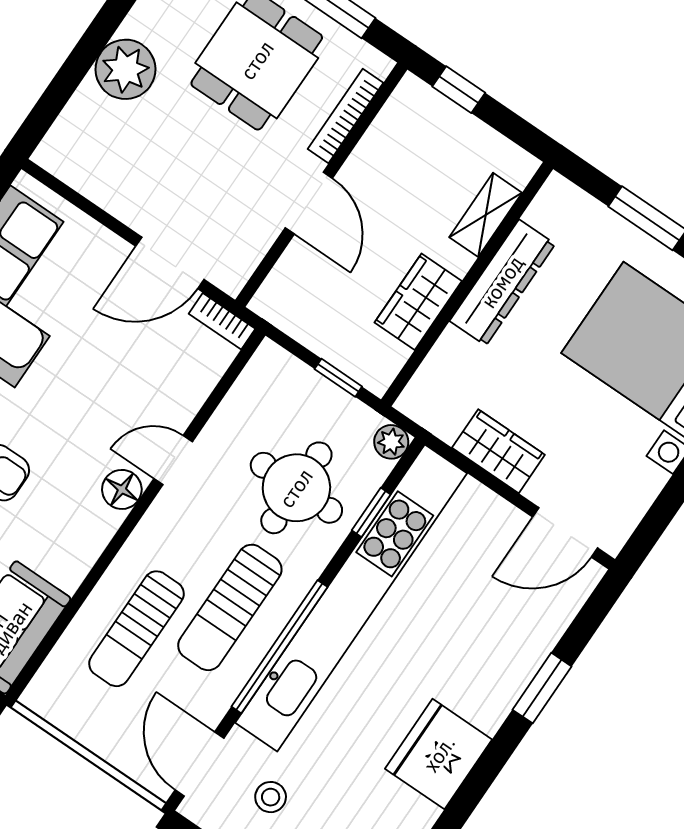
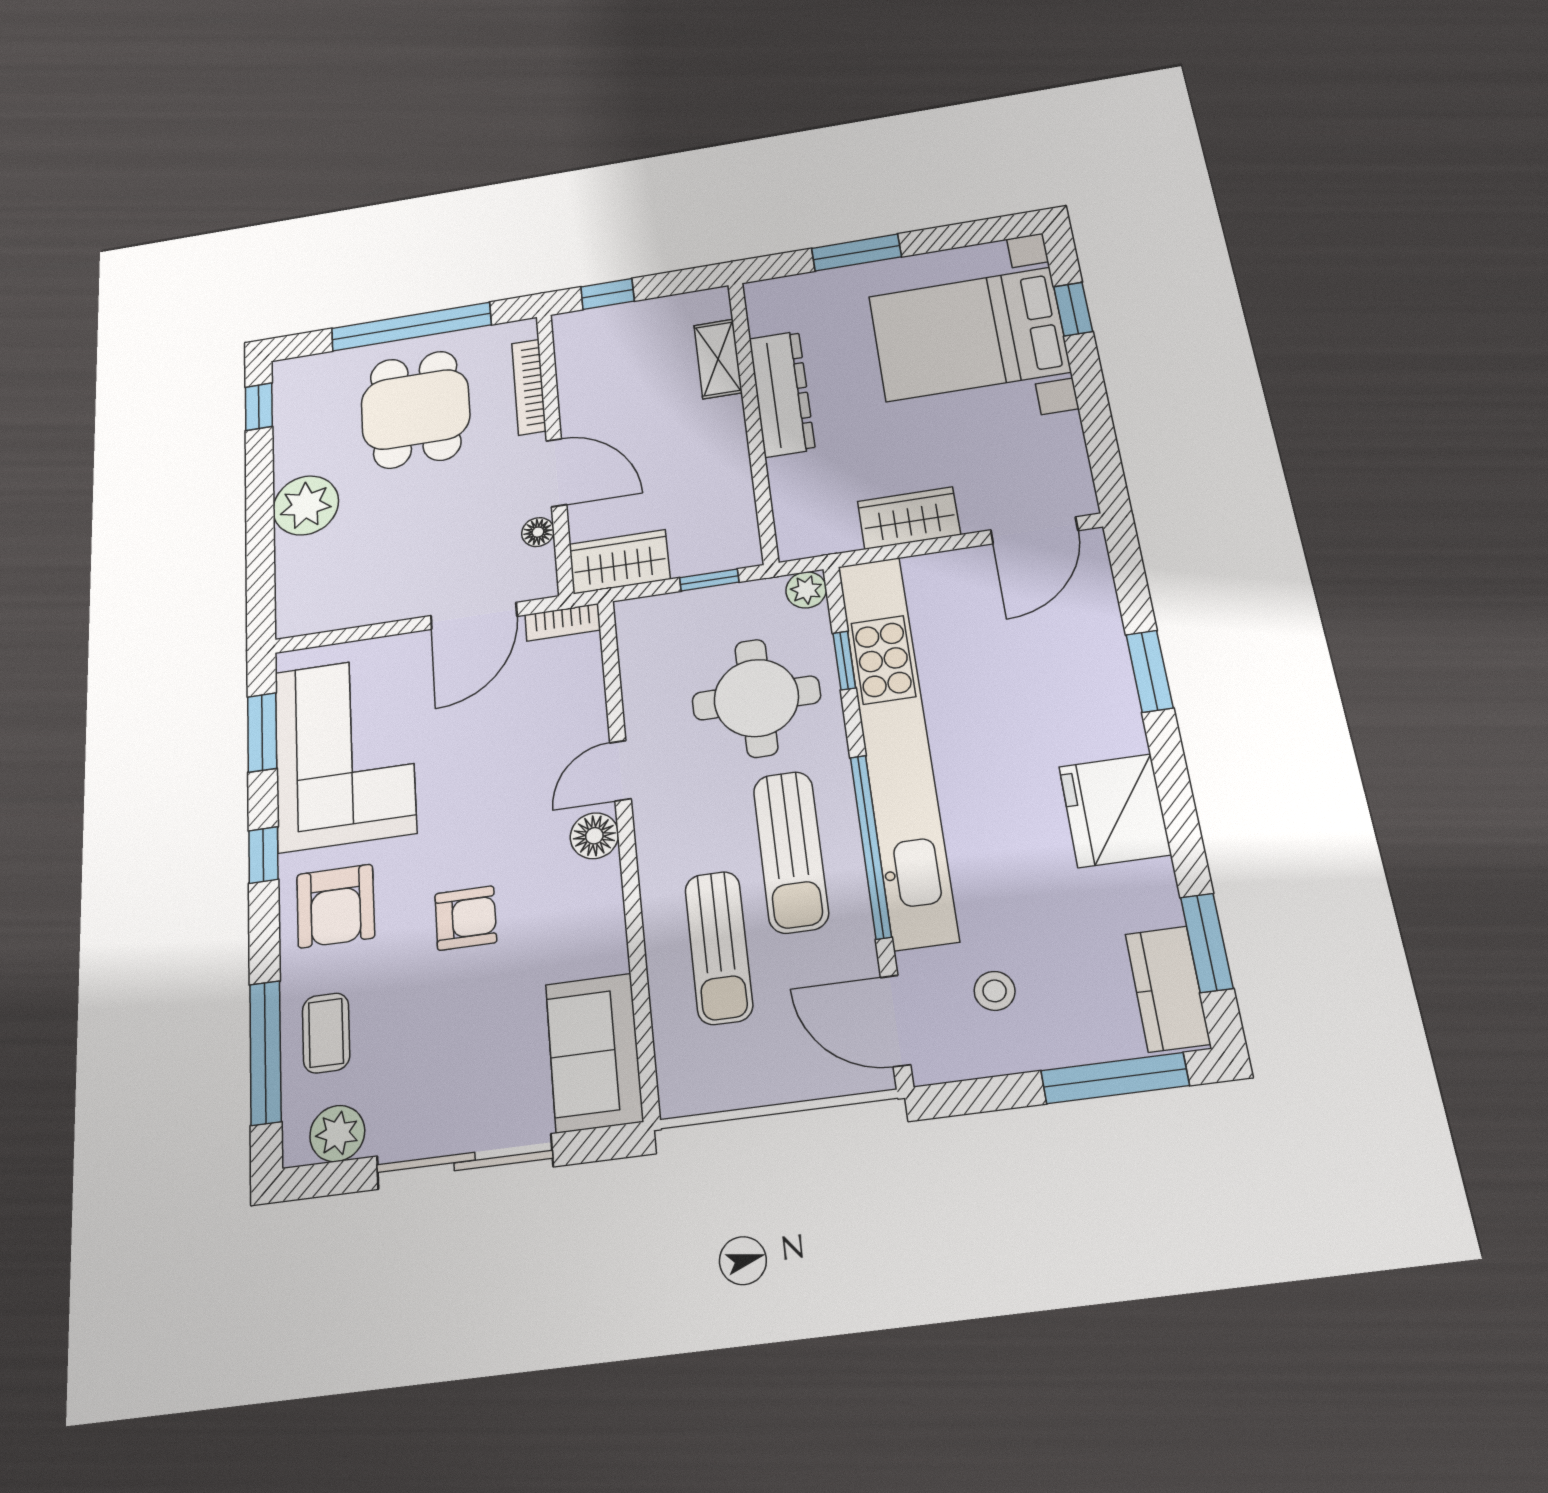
floor lamp: (260, 238) -> (538, 532), added
wardrobe: (418, 302) -> (619, 562), moved, turned 90

